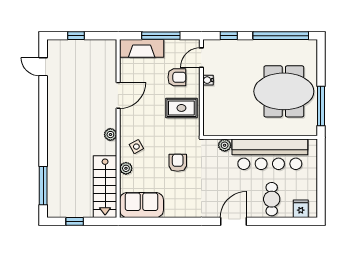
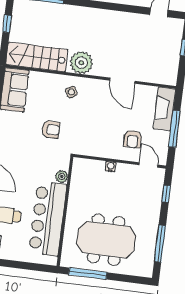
window: (281, 36) -> (160, 244), width x0.68
water cooler: (208, 80) -> (111, 166), moved
meeting table: (284, 91) -> (106, 240), turned 90
rug: (181, 108) -> (103, 140), removed
plant: (110, 135) -> (81, 63), width x1.87, depth x1.87
plant: (126, 168) -> (52, 79), removed

